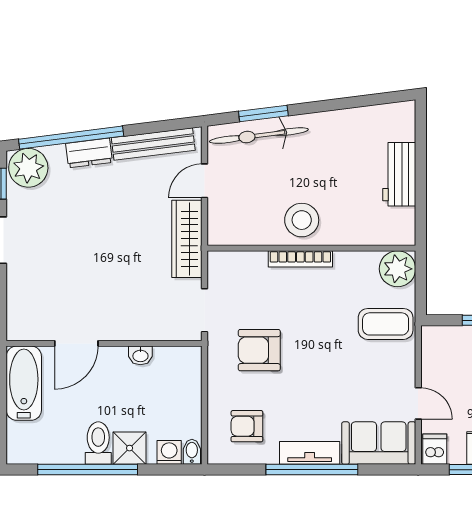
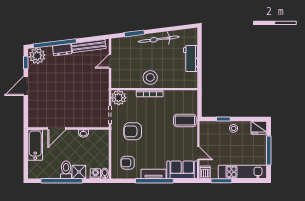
bicycle: (259, 136) -> (159, 39), moved
wardrobe: (187, 239) -> (103, 85), removed
plant: (398, 269) -> (119, 98), moved

